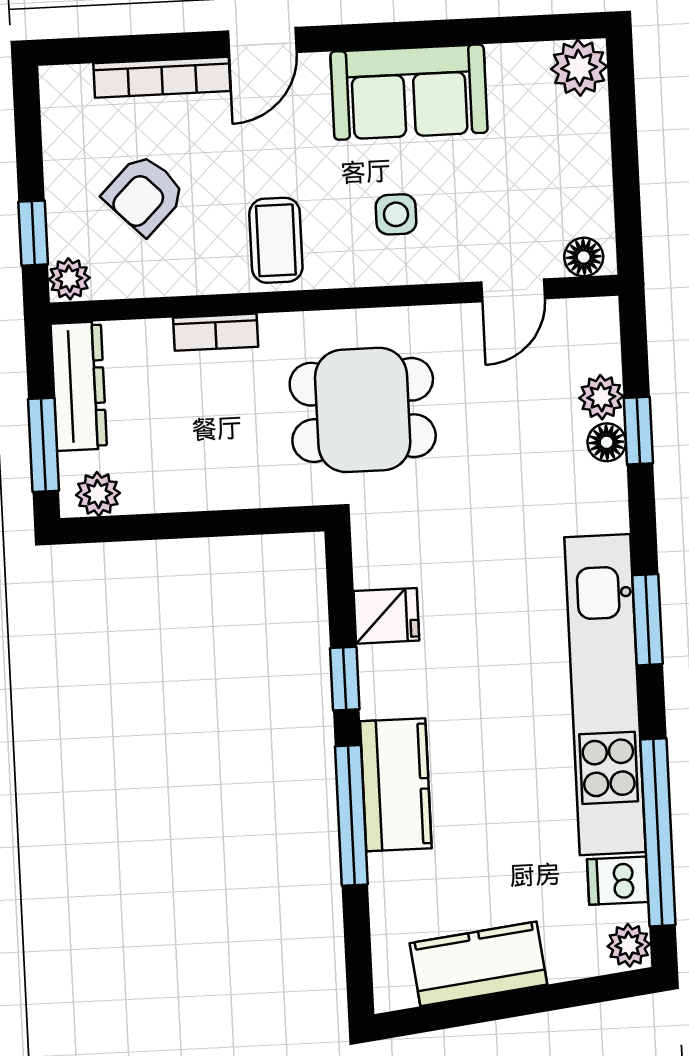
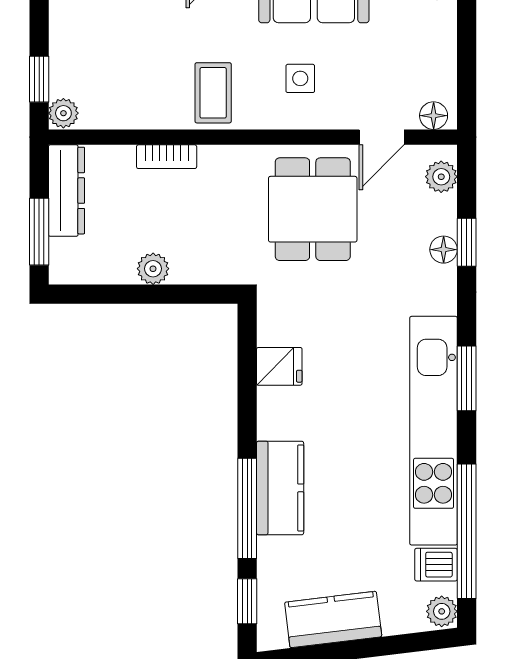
armchair: (144, 194) -> (120, 55), removed
plant: (601, 397) -> (441, 177), moved
dining table: (363, 410) -> (313, 209), moved, turned 90
plant: (98, 494) -> (153, 269), moved
window: (345, 679) -> (247, 601), moved

